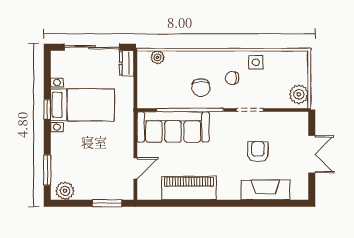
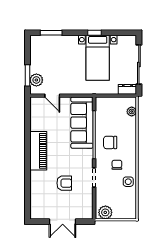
piano: (189, 188) -> (38, 151), moved
fireplace: (265, 190) -> (37, 189), removed
plant: (65, 191) -> (36, 80), moved

